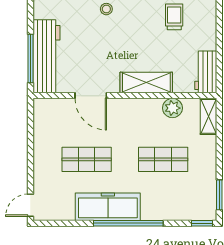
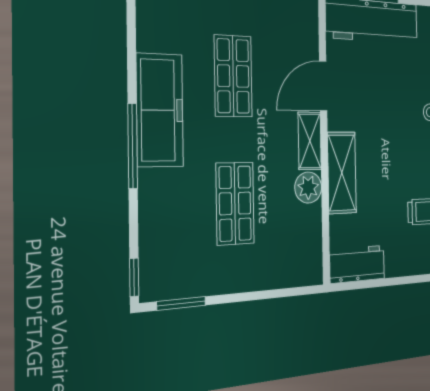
plant: (172, 108) -> (308, 188), moved
shelving: (208, 116) -> (310, 141), moved, turned 90
window: (128, 223) -> (133, 146), width x0.68

